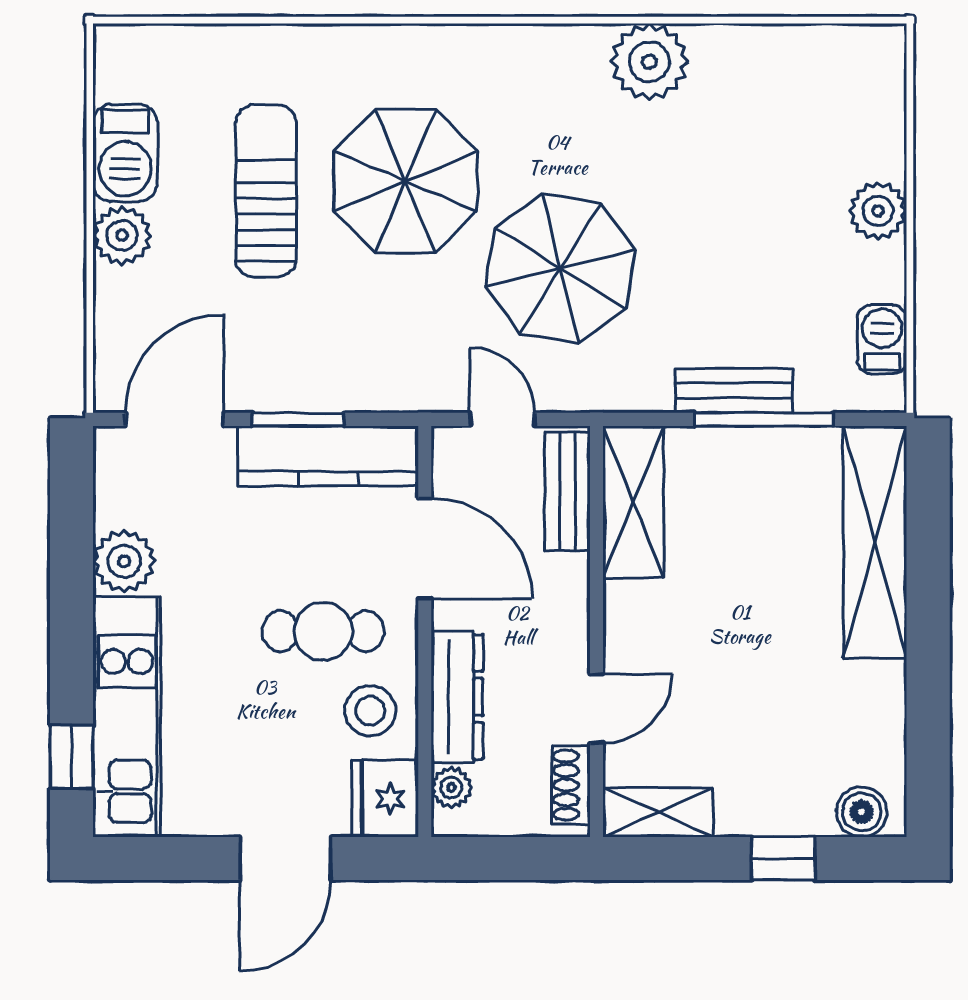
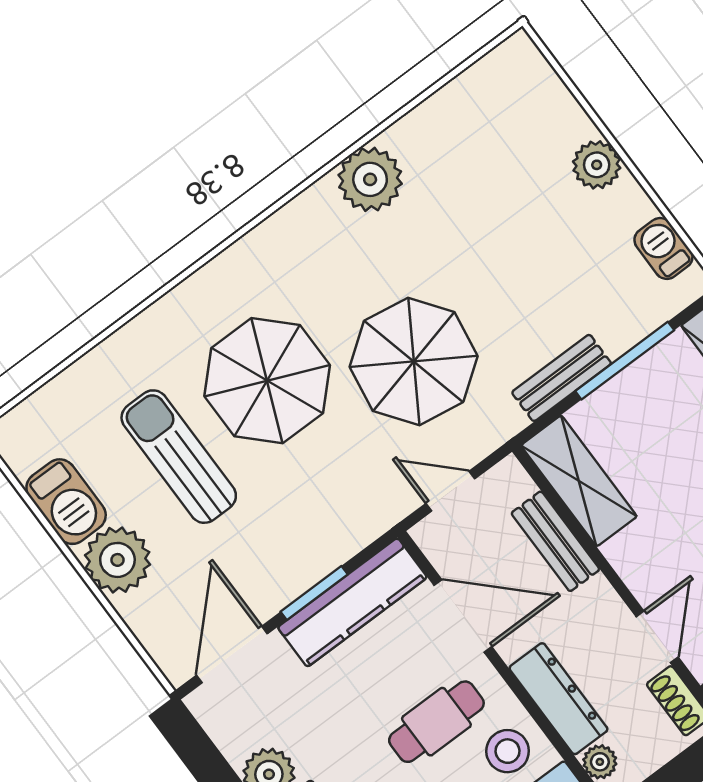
plant: (122, 235) -> (117, 560), width x1.36, depth x1.36
bench: (734, 391) -> (562, 378), moved
bench: (567, 491) -> (555, 541), moved

